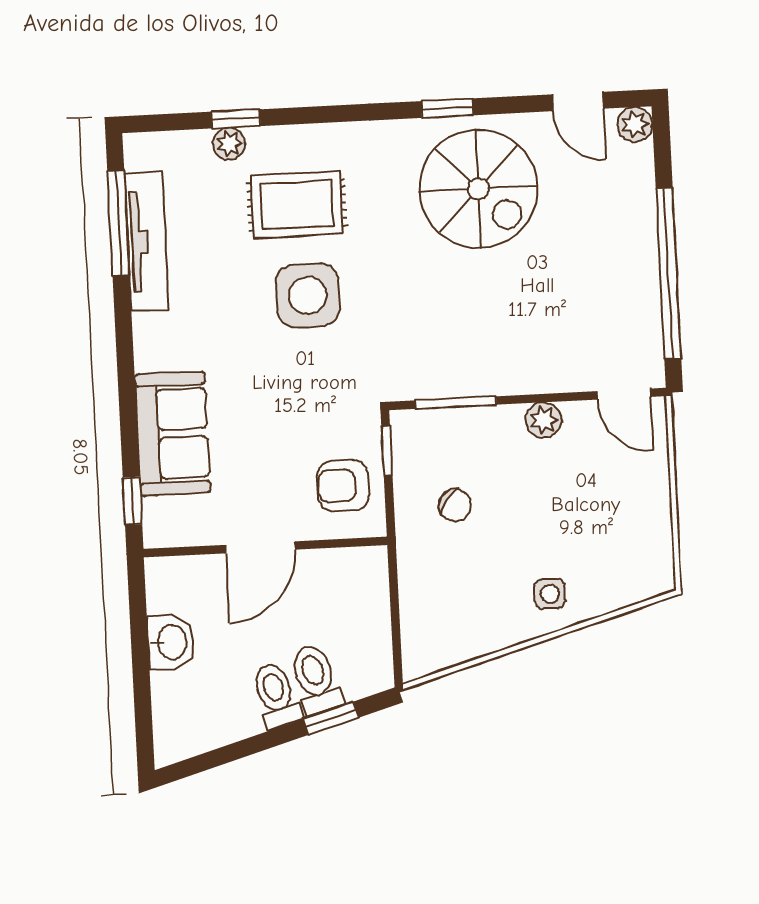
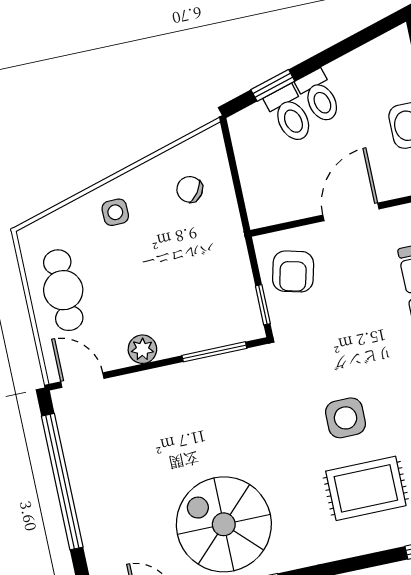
side table: (308, 295) -> (346, 418), width x0.73, depth x0.73
armchair: (343, 486) -> (293, 271), turned 104
chair: (455, 505) -> (190, 189), moved
cafe table: (629, 508) -> (63, 290), added

